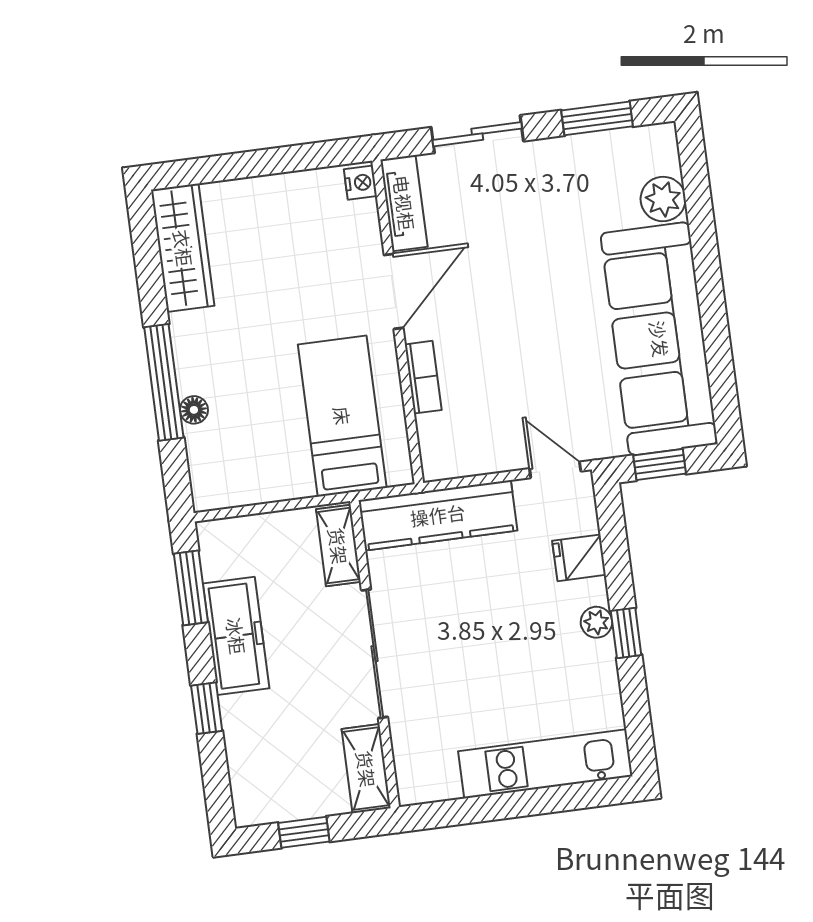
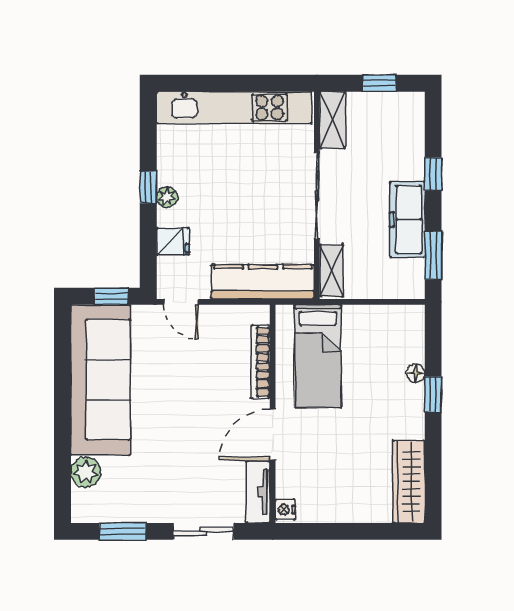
bookcase: (423, 377) -> (261, 362), width x1.56
window: (164, 382) -> (433, 394), width x0.46
kitchen unit: (545, 764) -> (234, 108), width x1.36

